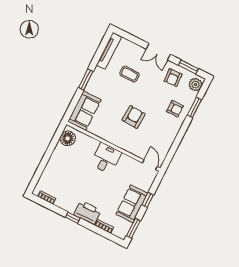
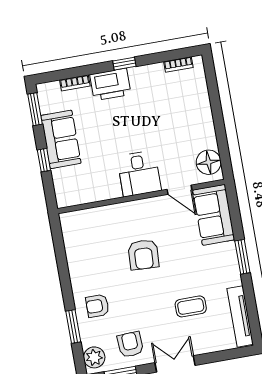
door: (150, 165) -> (180, 190), moved

